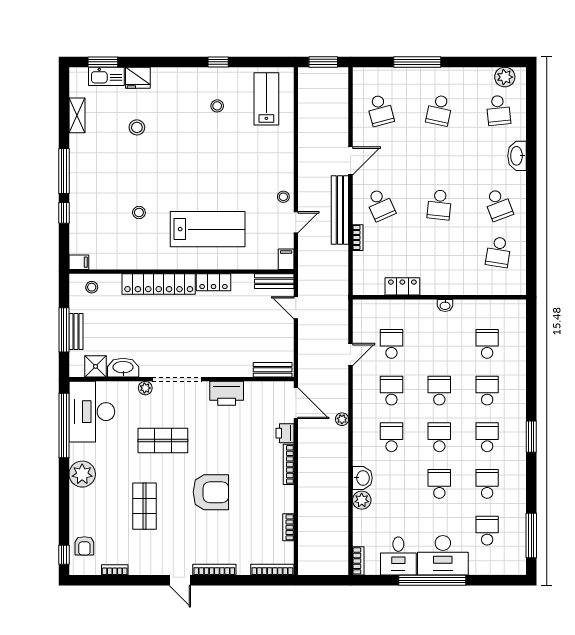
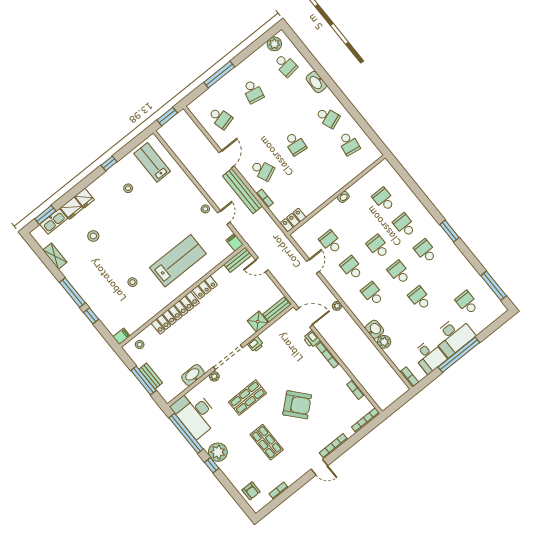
fridge: (161, 78) -> (84, 198), added
locker: (402, 286) -> (293, 220), moved
shower: (95, 366) -> (258, 322), moved
printer: (227, 393) -> (256, 344), width x0.53, depth x0.68
school desk: (487, 484) -> (446, 277), removed
armchair: (211, 492) -> (297, 405), turned 49
window: (64, 555) -> (212, 465), moved

